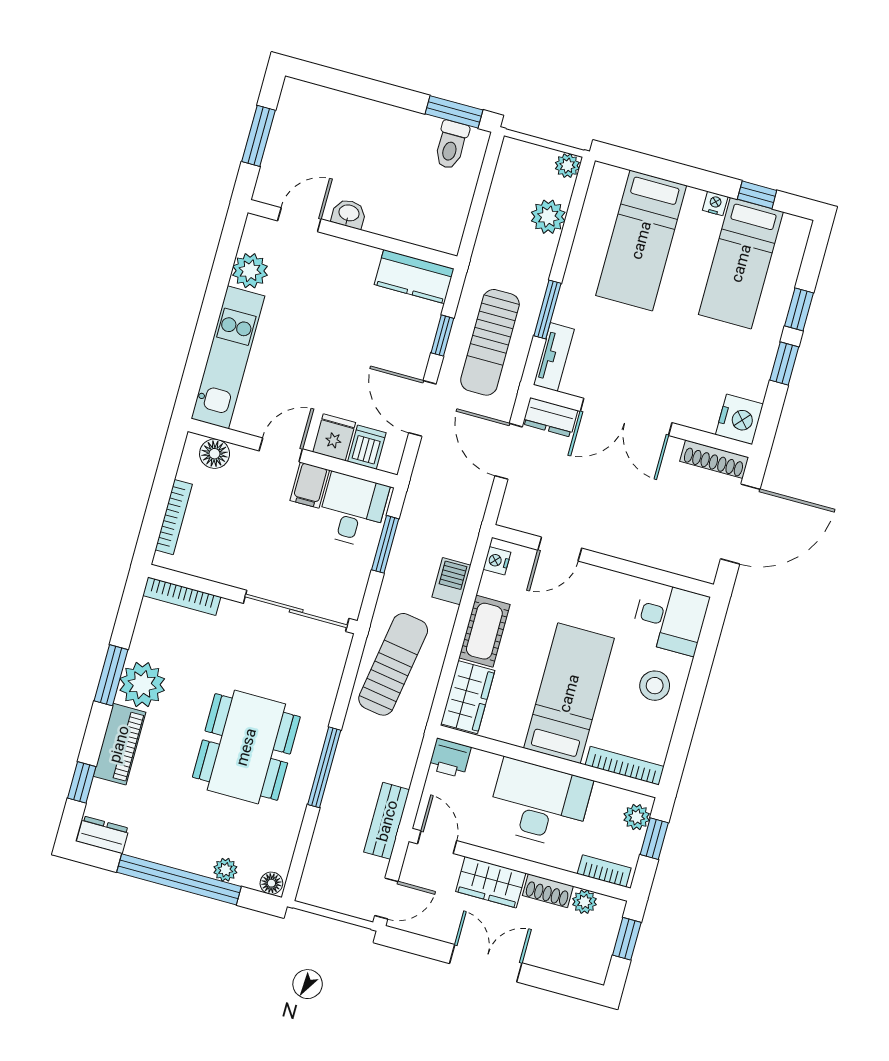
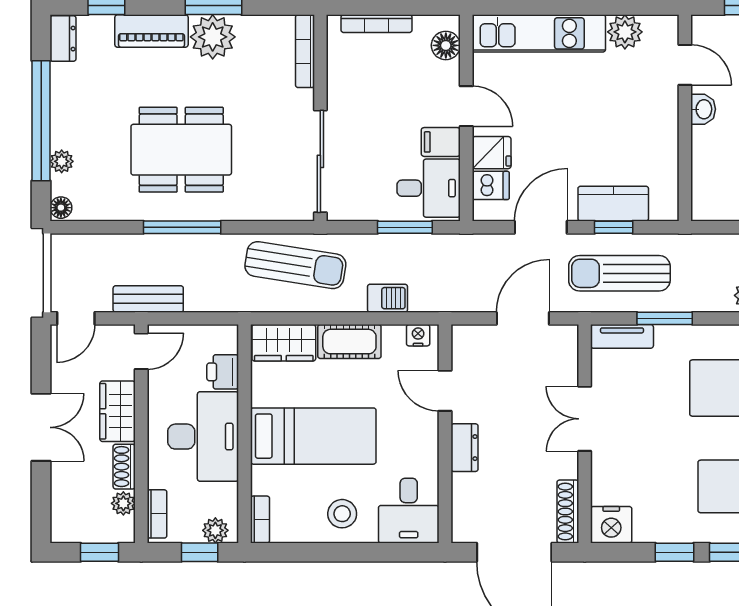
kitchen counter: (414, 277) -> (613, 204), moved, turned 90
dresser: (550, 417) -> (464, 448), moved, turned 180
double door: (626, 417) -> (585, 419), width x0.73
printer: (450, 758) -> (223, 372), moved
bookcase: (625, 766) -> (260, 520), width x0.64
door: (386, 899) -> (76, 318), hinge flipped

